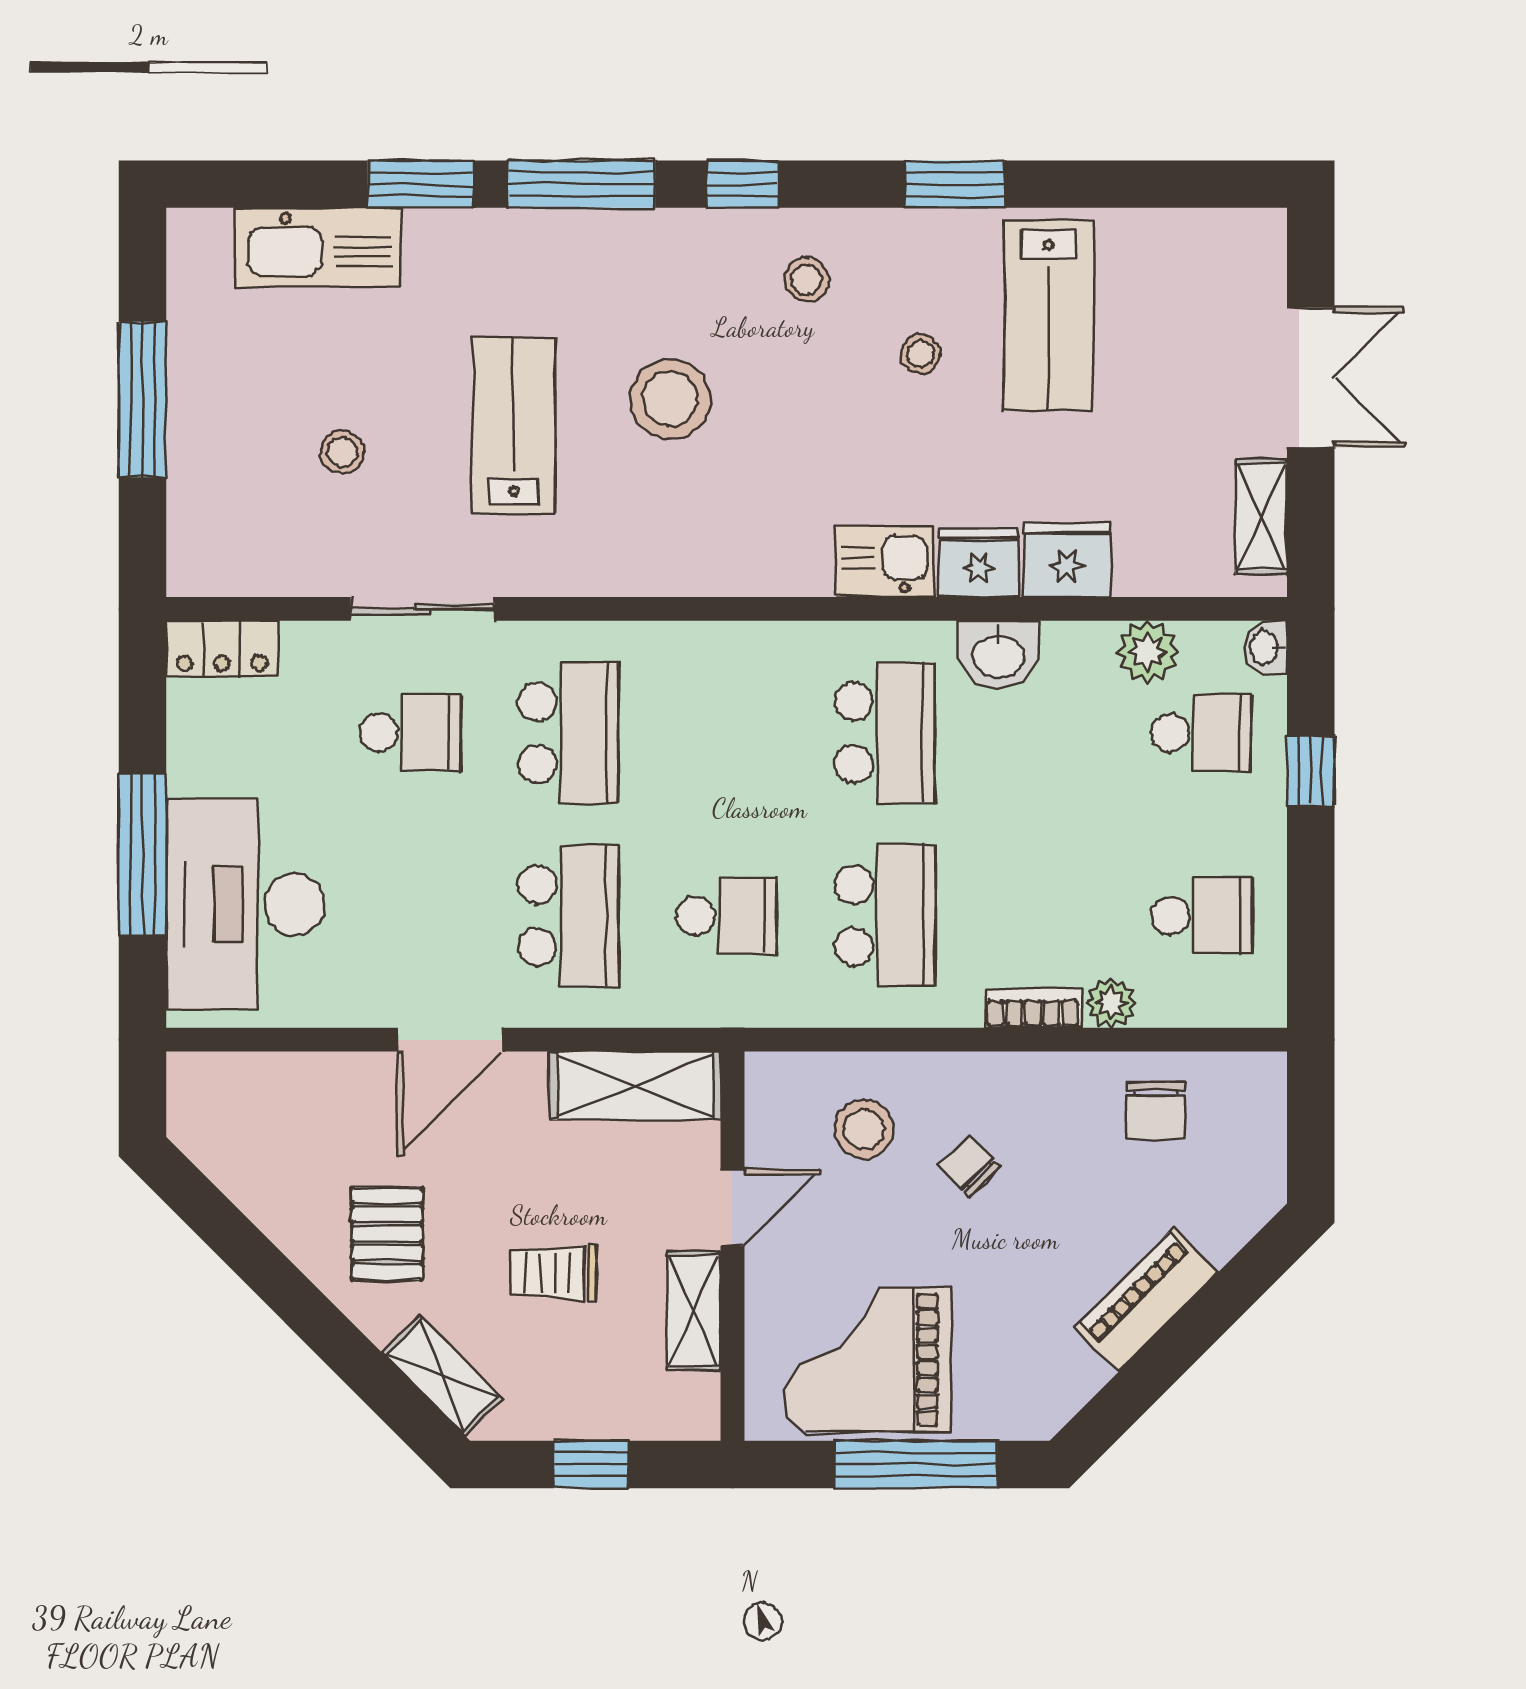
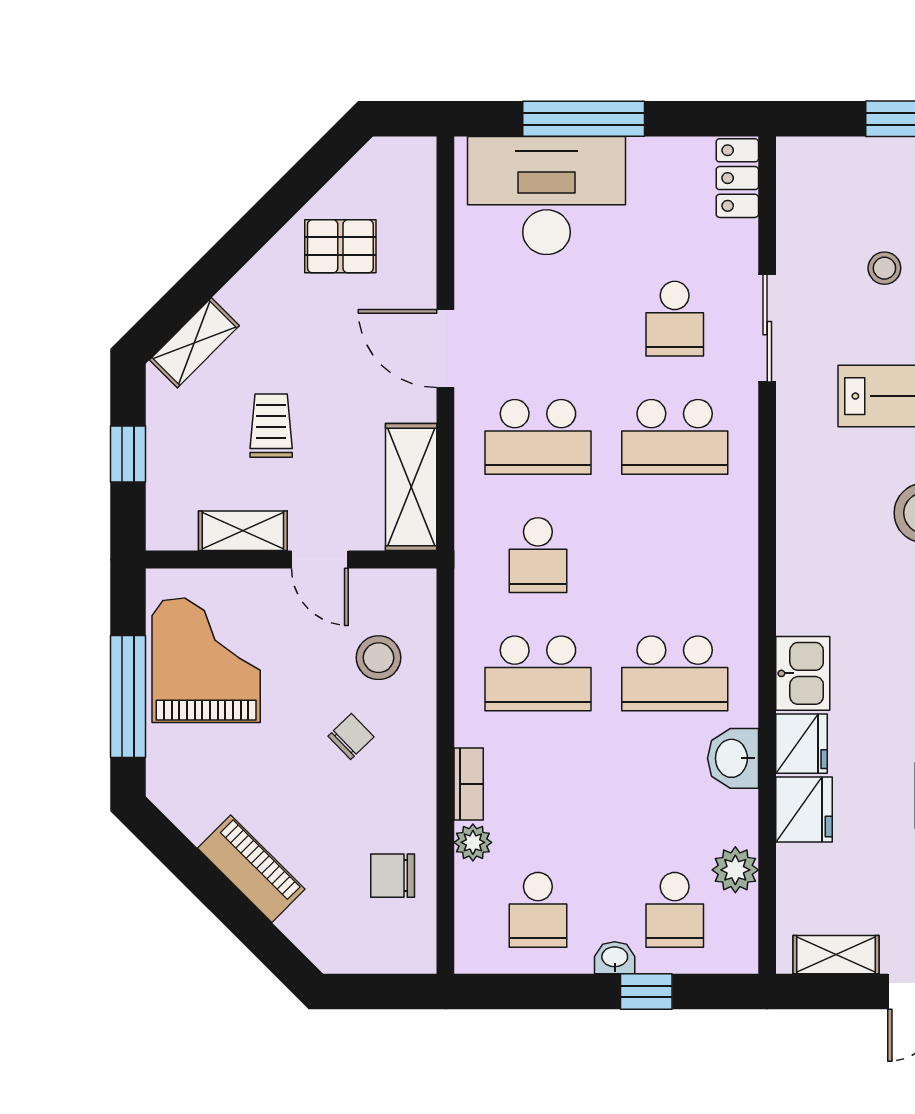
washbasin: (1265, 647) -> (615, 958), moved
pallet: (387, 1234) -> (340, 246), moved

